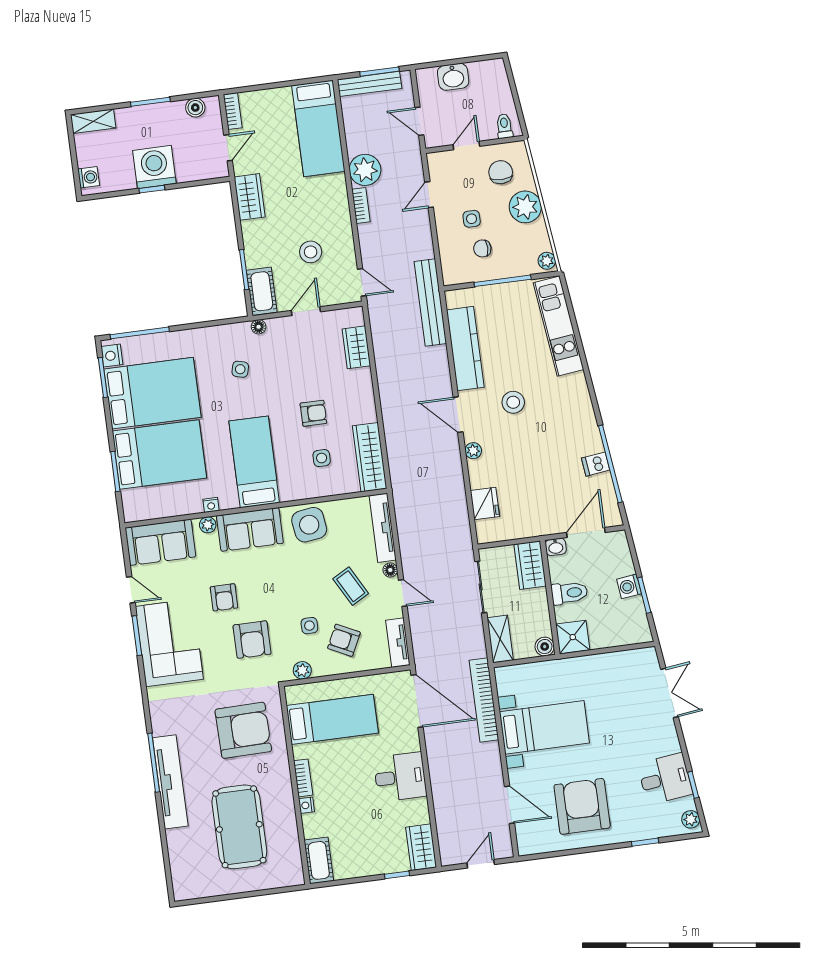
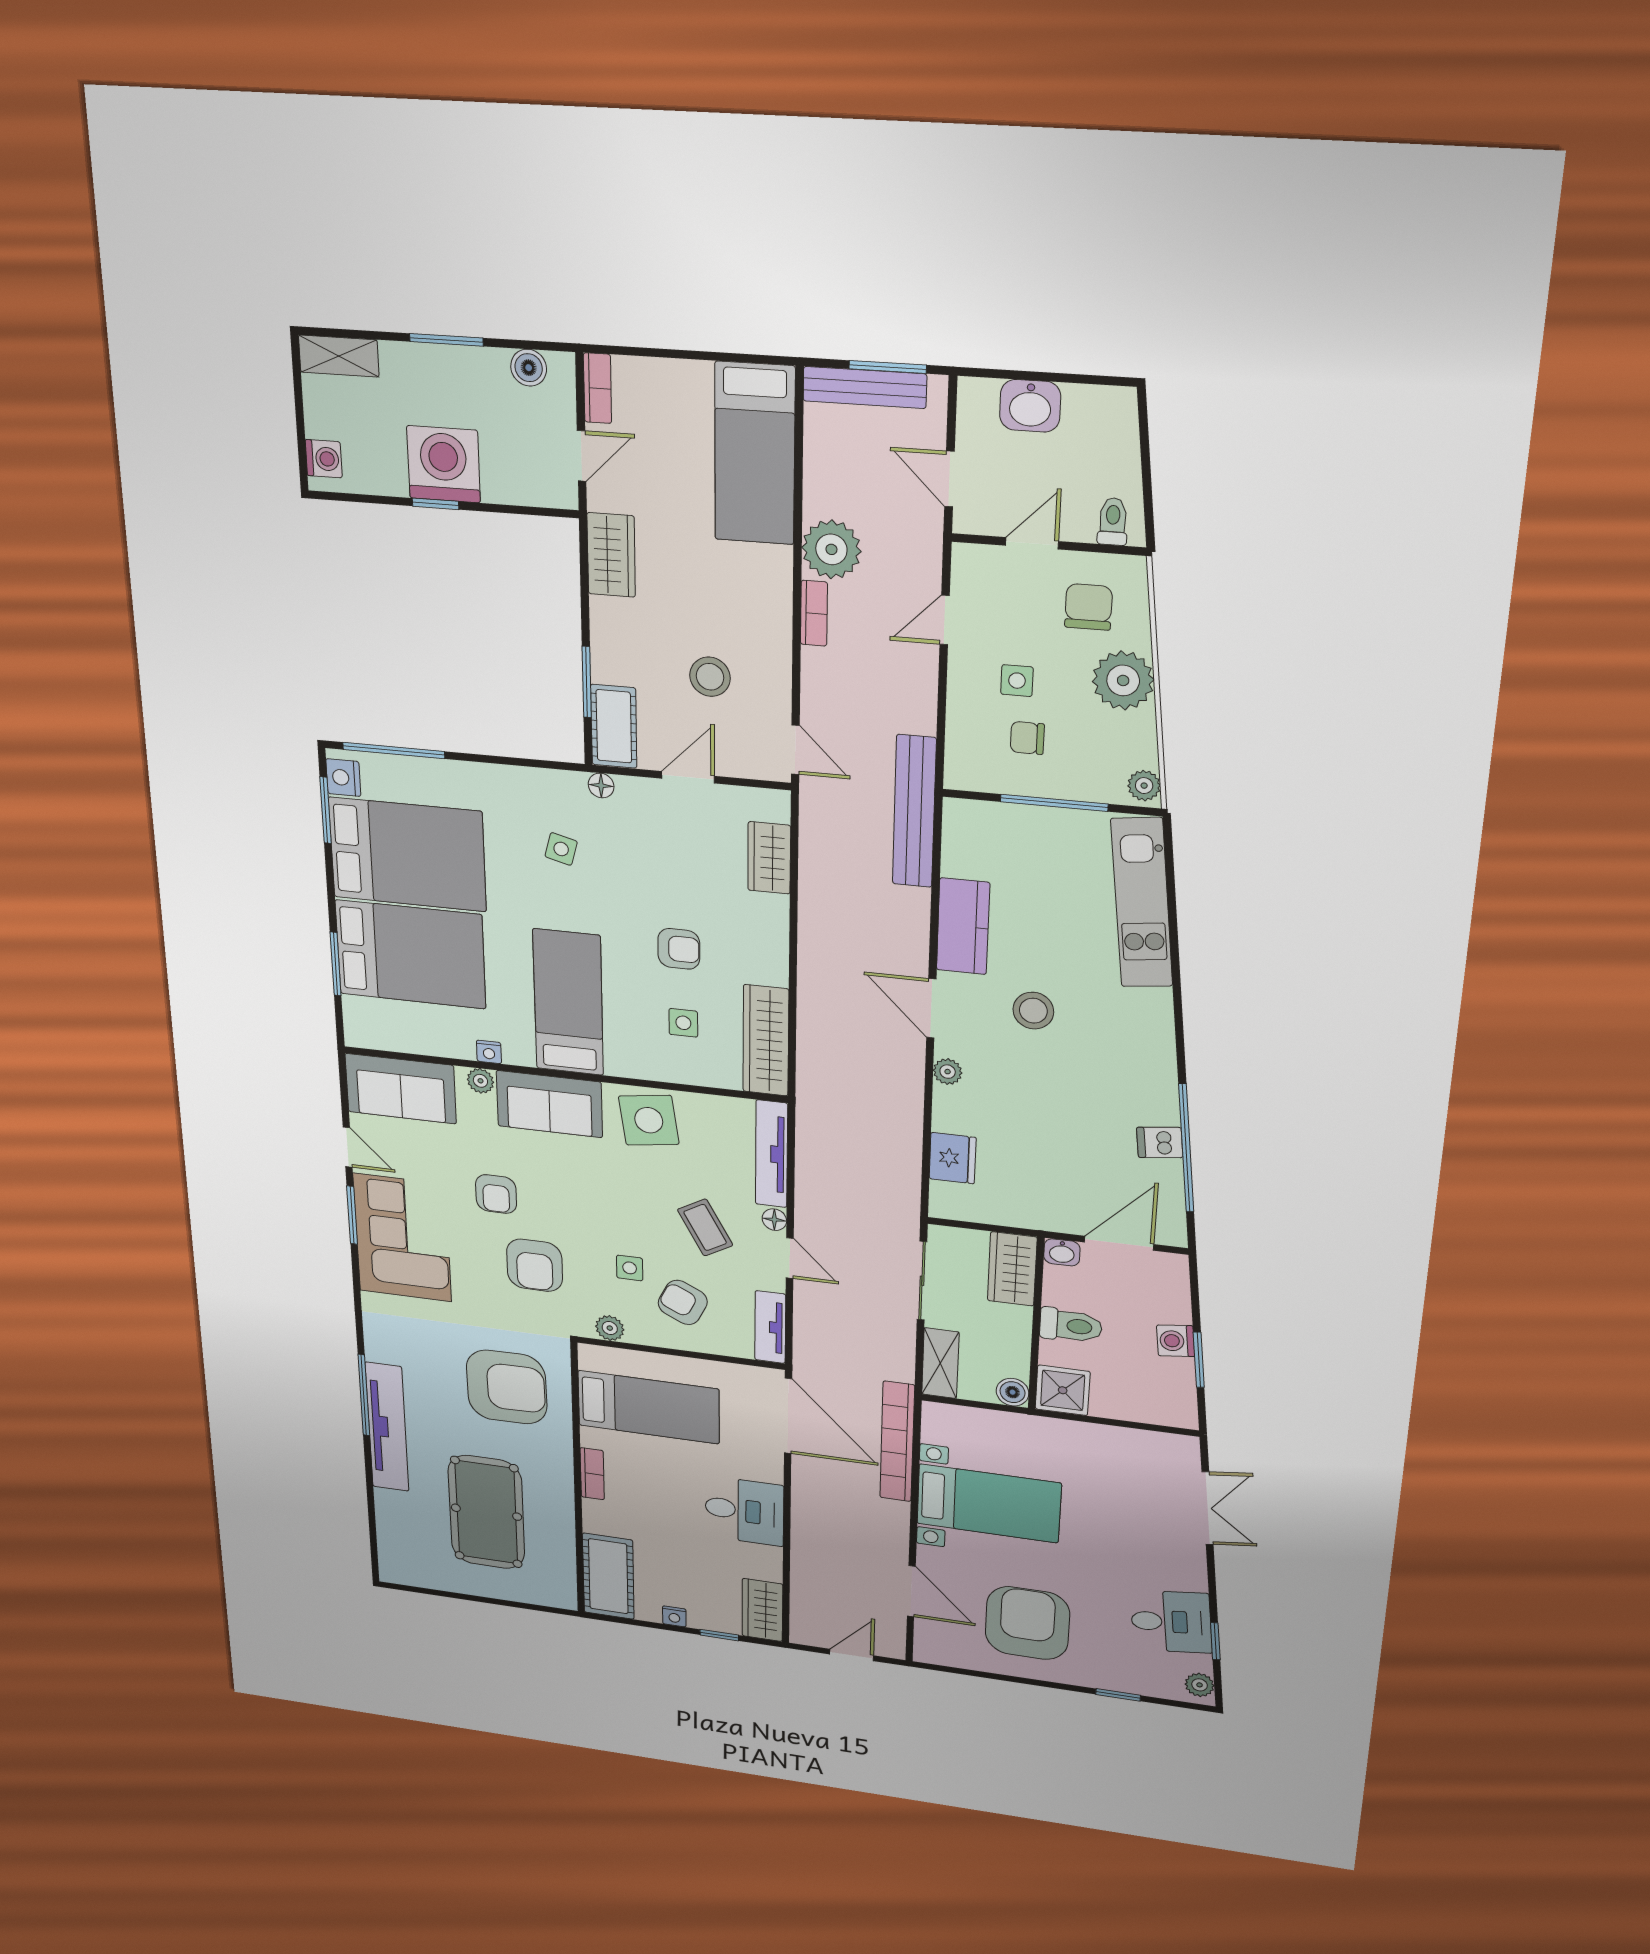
kitchen counter: (465, 349) -> (963, 926), width x0.67
nightstand: (306, 805) -> (674, 1616), moved, turned -90
cot: (319, 860) -> (608, 1576), width x1.37, depth x1.34

